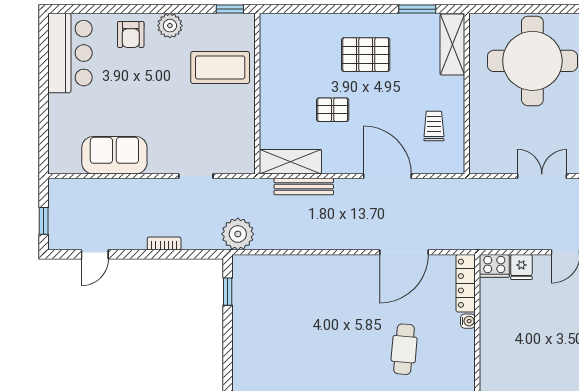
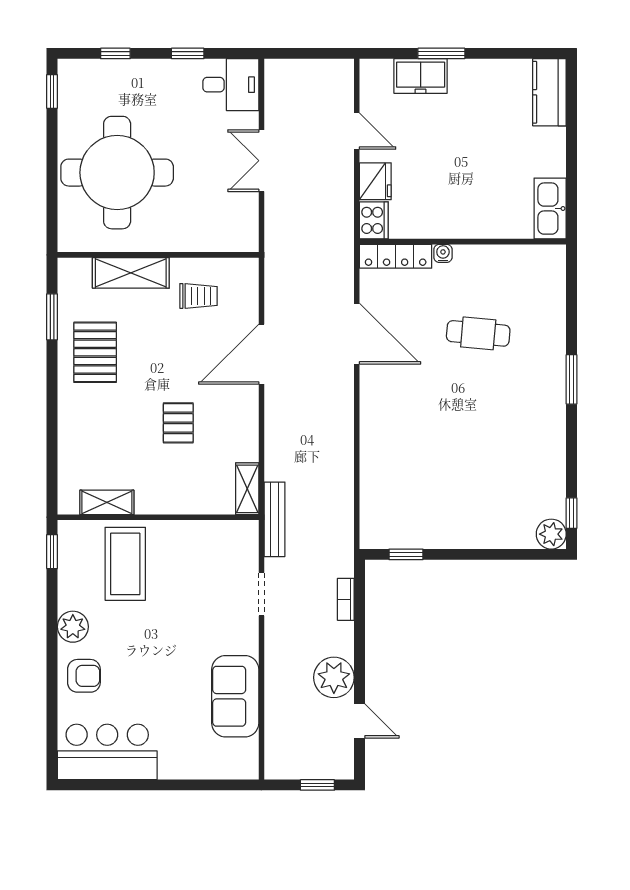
shelving: (452, 45) -> (131, 273), moved
shelving: (269, 53) -> (107, 502), added
pallet: (366, 55) -> (95, 352), moved
trolley: (434, 126) -> (199, 296), turned 180
shelving: (290, 162) -> (247, 489), width x0.67, depth x0.75
bench: (304, 187) -> (274, 519), moved
plant: (238, 234) -> (334, 677), moved
bookcase: (164, 243) -> (346, 599), moved
fridge: (521, 267) -> (375, 181), width x1.38

